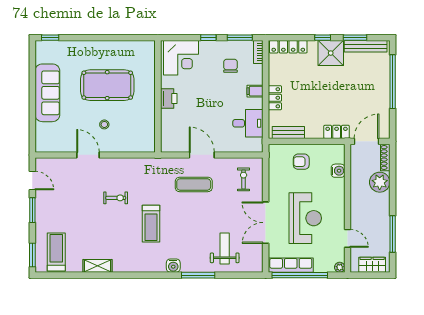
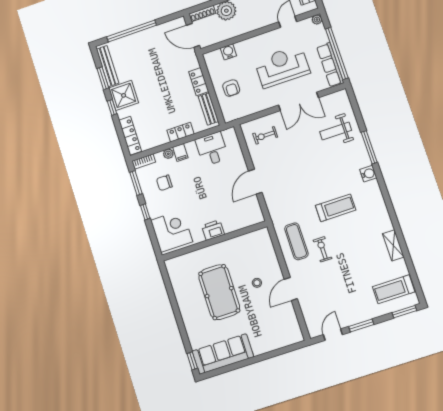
plant: (258, 79) -> (168, 154), added
sofa: (47, 93) -> (223, 354), moved
locker: (337, 132) -> (199, 82), moved
exercise mat: (194, 184) -> (296, 241), moved

